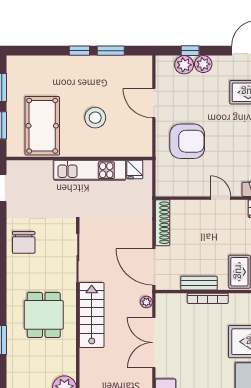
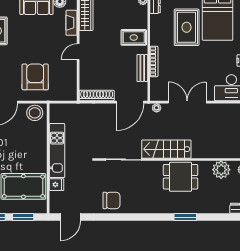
stool: (95, 118) -> (35, 113), moved
fridge: (135, 170) -> (56, 185), moved
dining table: (44, 315) -> (181, 177), moved
double door: (154, 343) -> (187, 102), swing flipped

